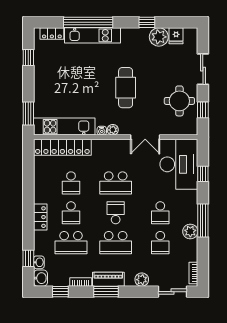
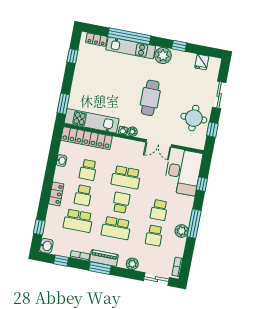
plant: (159, 37) -> (163, 56), moved
washbasin: (39, 262) -> (61, 161), moved

